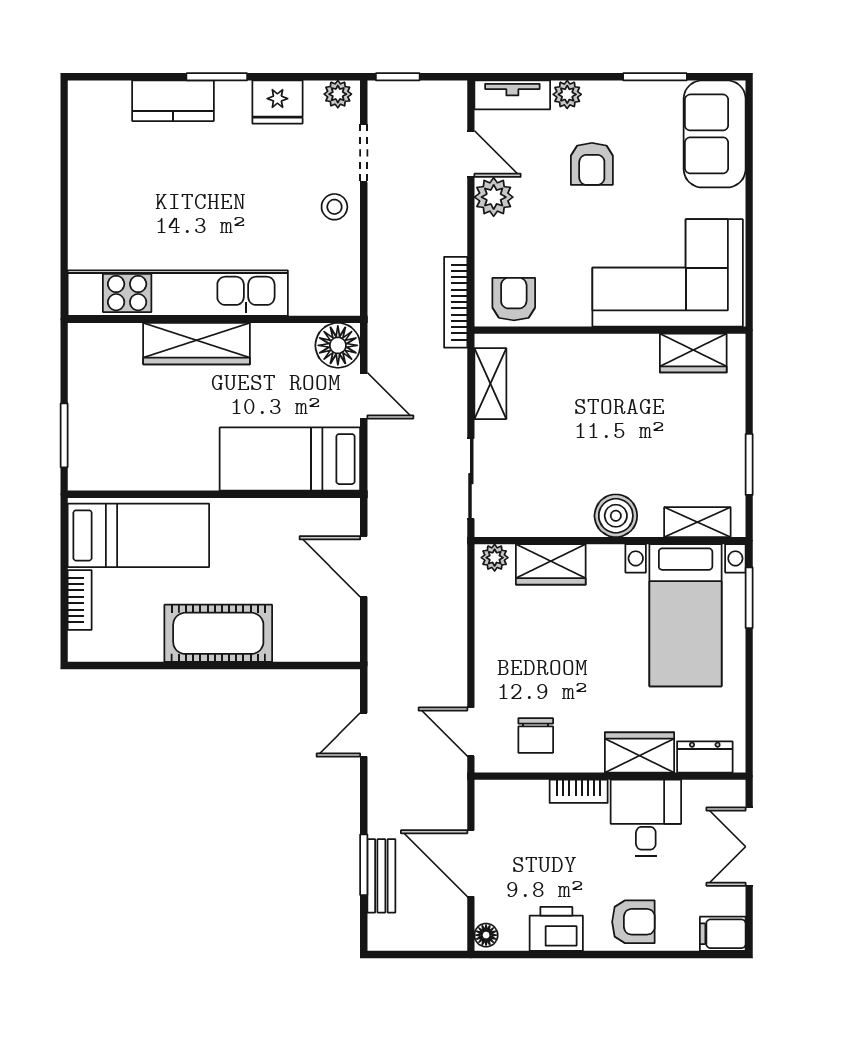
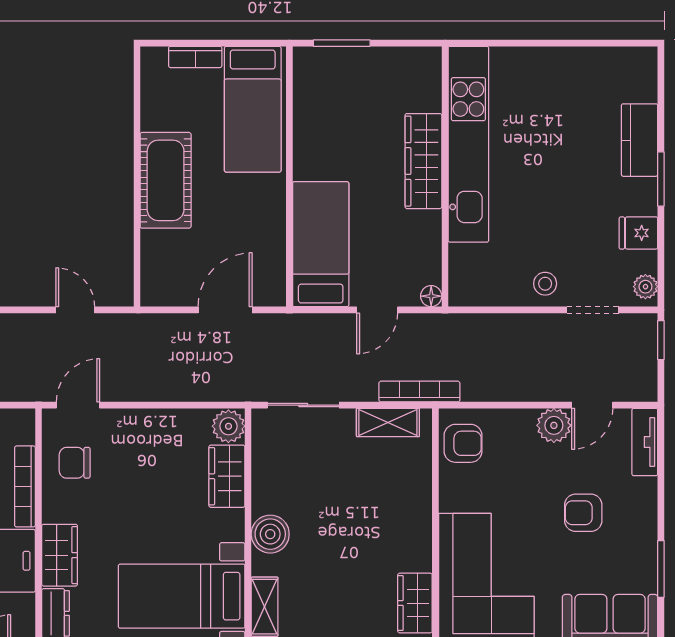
plant: (567, 94) -> (645, 491), removed
fridge: (277, 102) -> (638, 233), width x0.72
bookcase: (456, 302) -> (419, 392), moved
floor lamp: (338, 345) -> (431, 296), width x0.53, depth x0.53
plant: (495, 558) -> (228, 426), width x1.38, depth x1.38
bookcase: (579, 791) -> (25, 486), width x1.56

